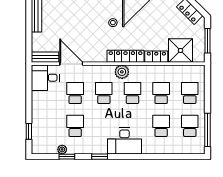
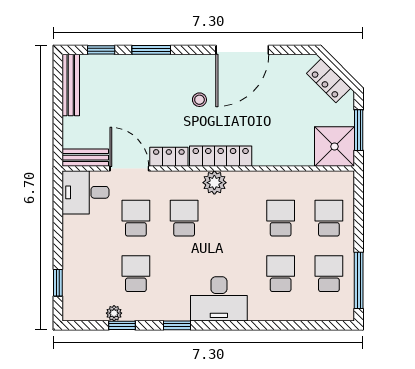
shower: (180, 50) -> (335, 146), moved
locker: (156, 57) -> (169, 157), moved
school desk: (132, 93) -> (232, 218), removed

